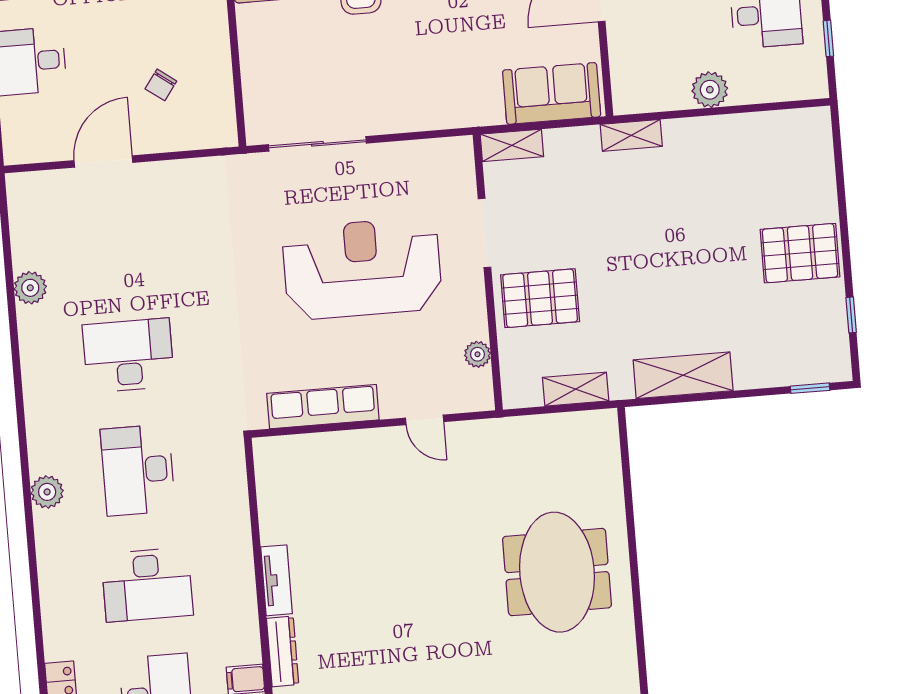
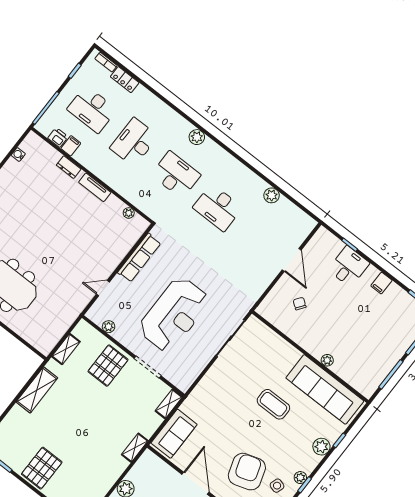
desk: (128, 355) -> (218, 208), turned 90
plant: (267, 489) -> (129, 213), added
dresser: (283, 651) -> (69, 167), width x0.70

